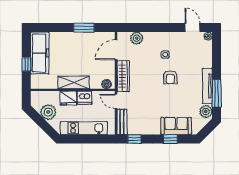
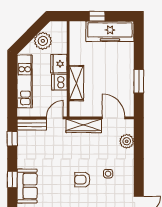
shelving: (74, 83) -> (76, 83), moved
boiler: (107, 84) -> (75, 107), removed

